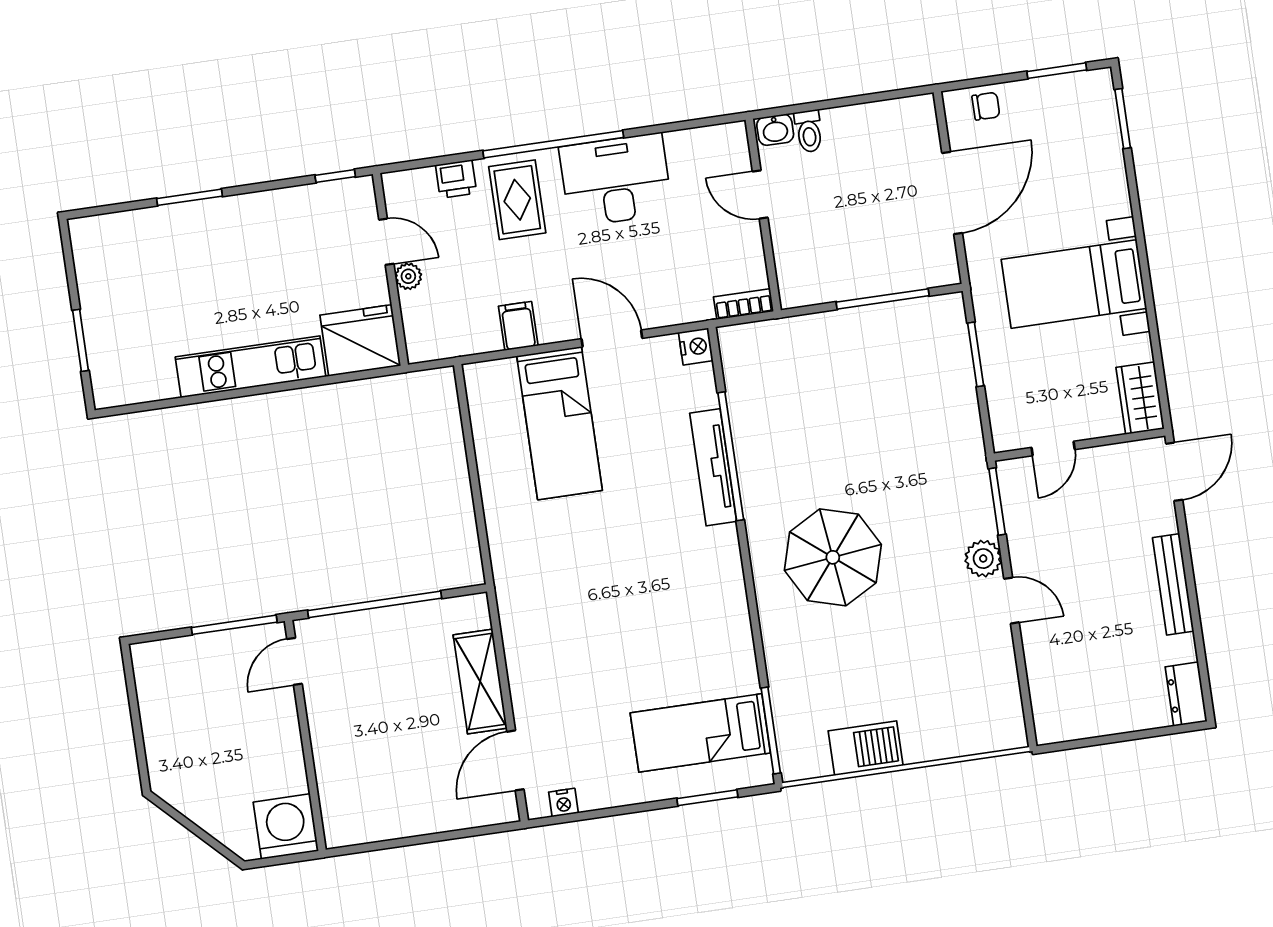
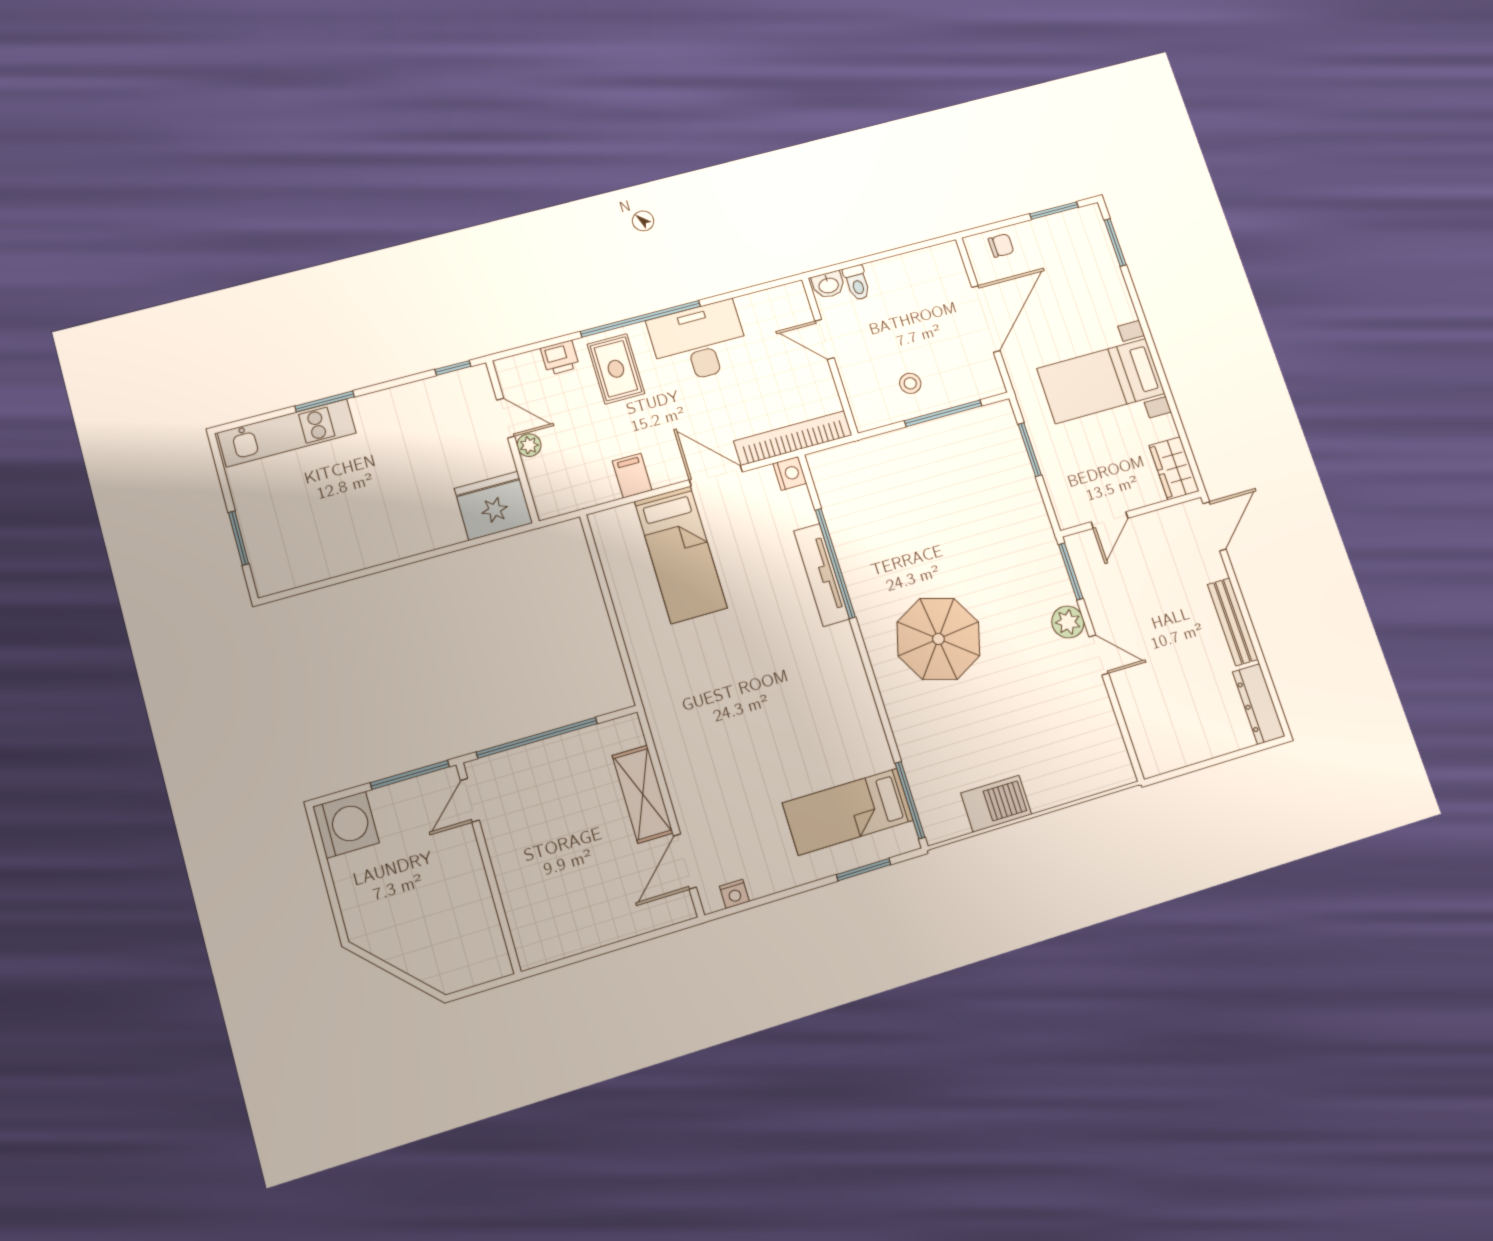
stool: (851, 259) -> (910, 383), added
bookcase: (744, 304) -> (793, 438), width x2.31, depth x1.31
kitchen unit: (251, 367) -> (287, 433), moved, turned 180
dresser: (1186, 694) -> (1259, 704), width x1.44
washing machine: (286, 826) -> (346, 825), moved, turned 90

